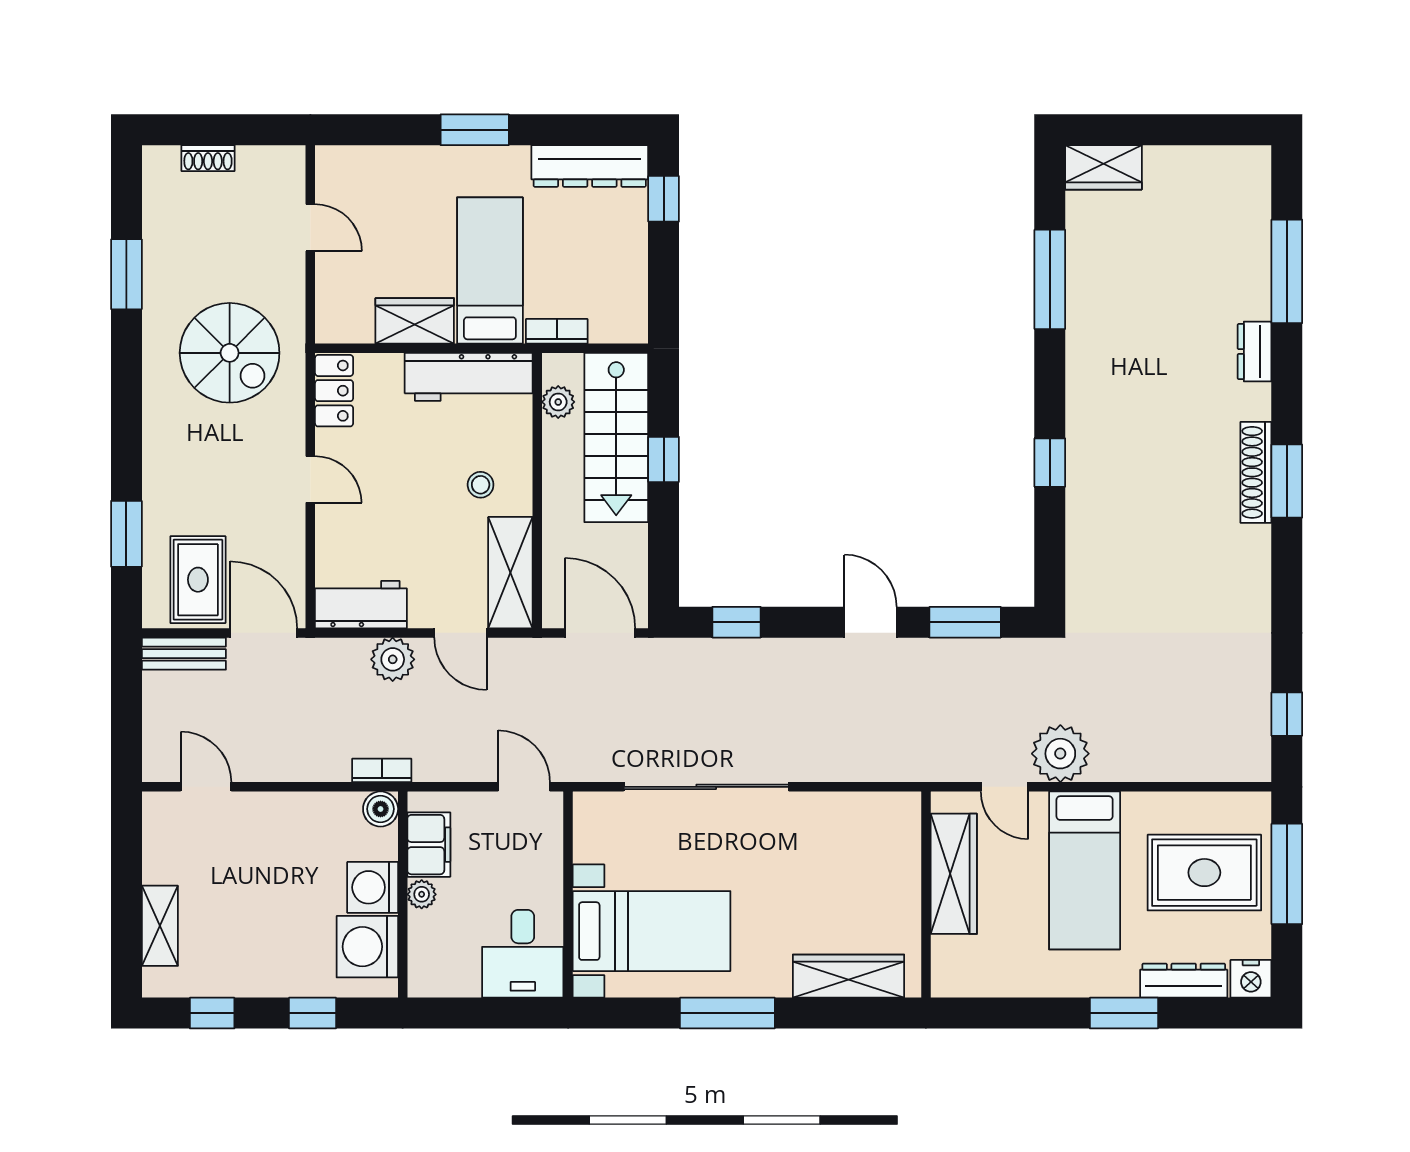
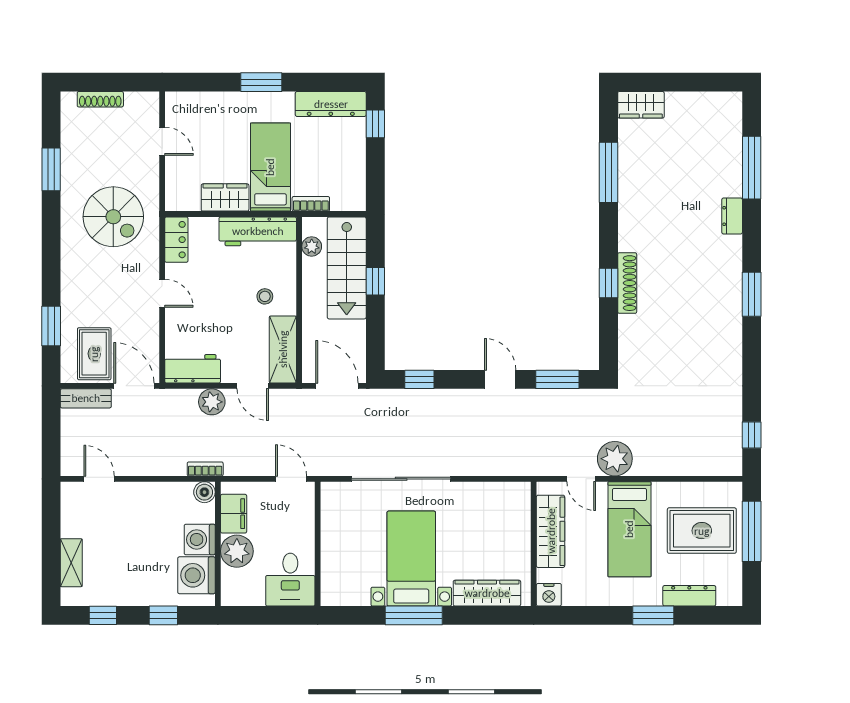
shoe rack: (208, 158) -> (100, 99), width x1.43
shoe rack: (1256, 472) -> (627, 283), moved, turned 180
plant: (422, 894) -> (237, 551), width x1.87, depth x1.87
bed with nightstands: (652, 931) -> (411, 559), moved, turned -90
nightstand: (1251, 979) -> (549, 595), moved

